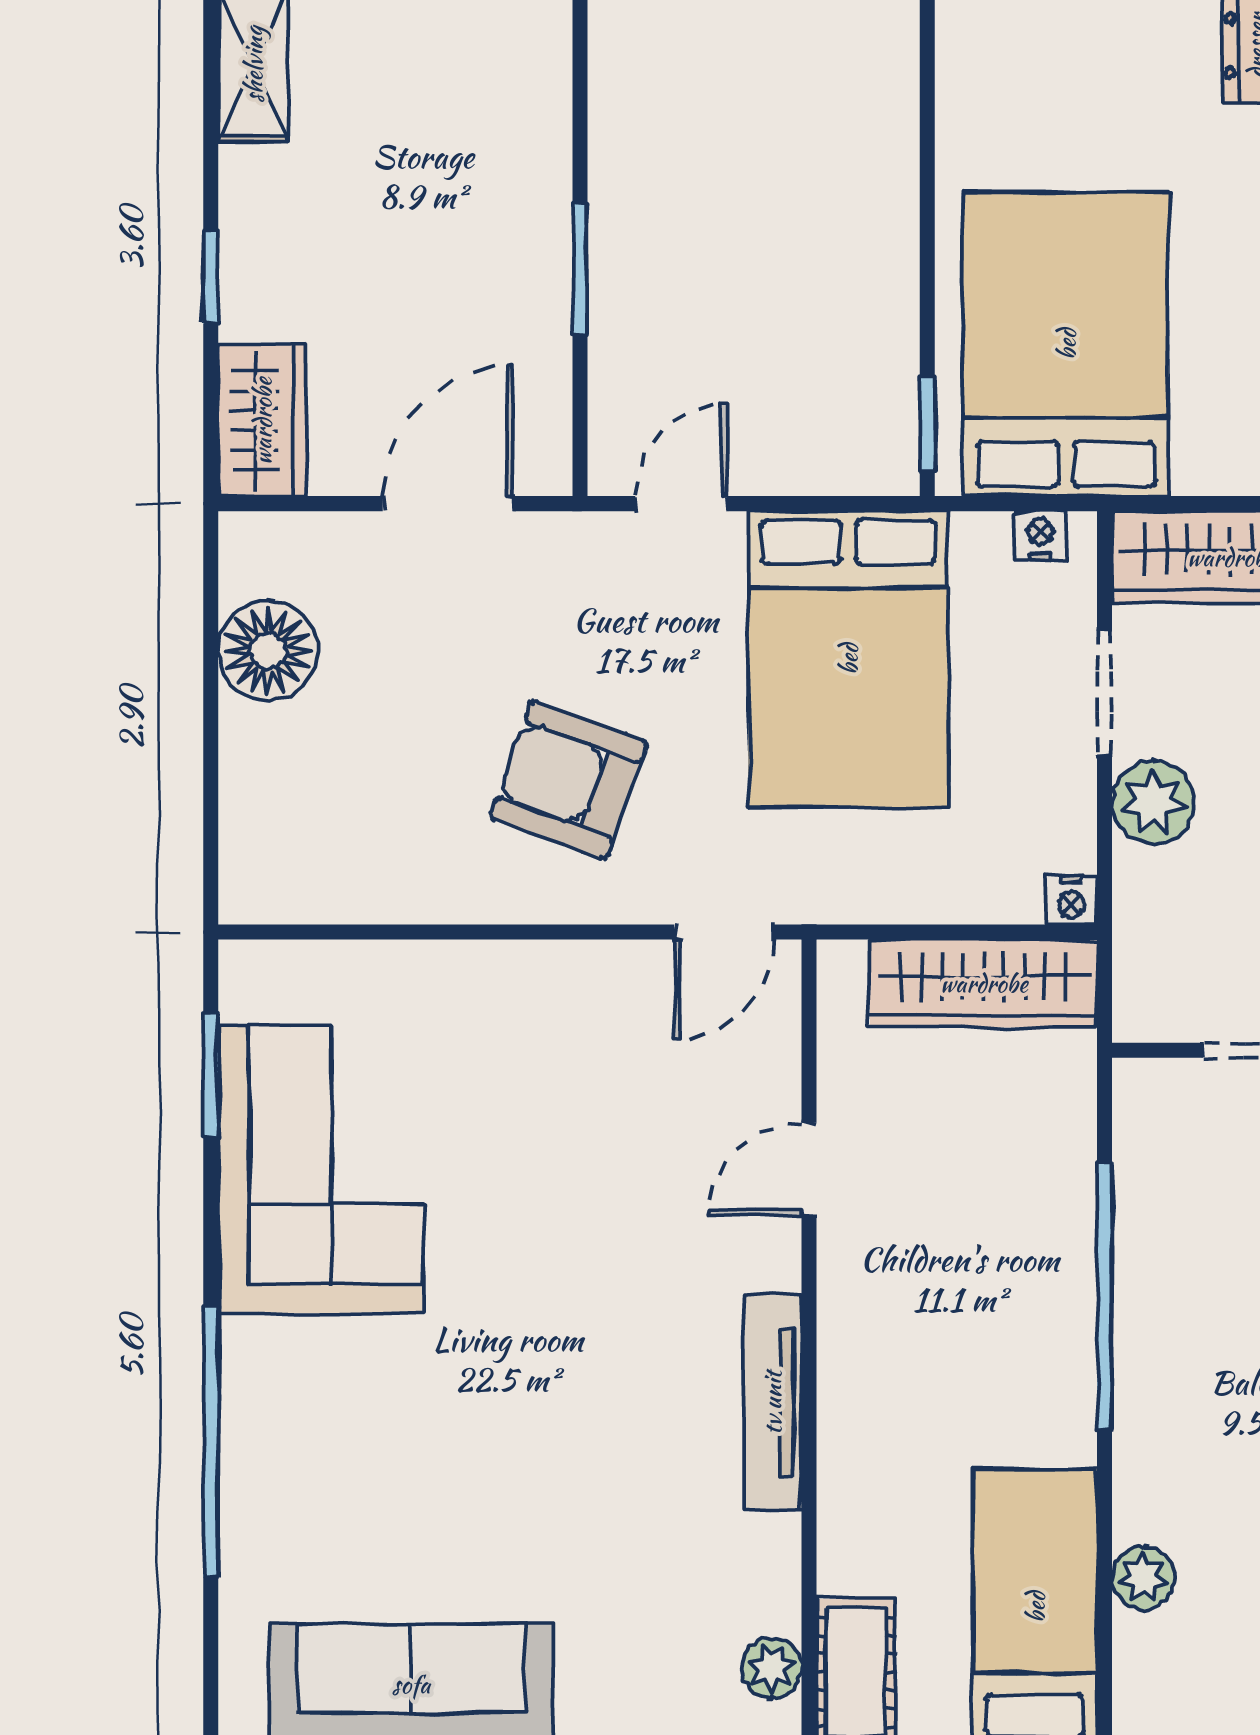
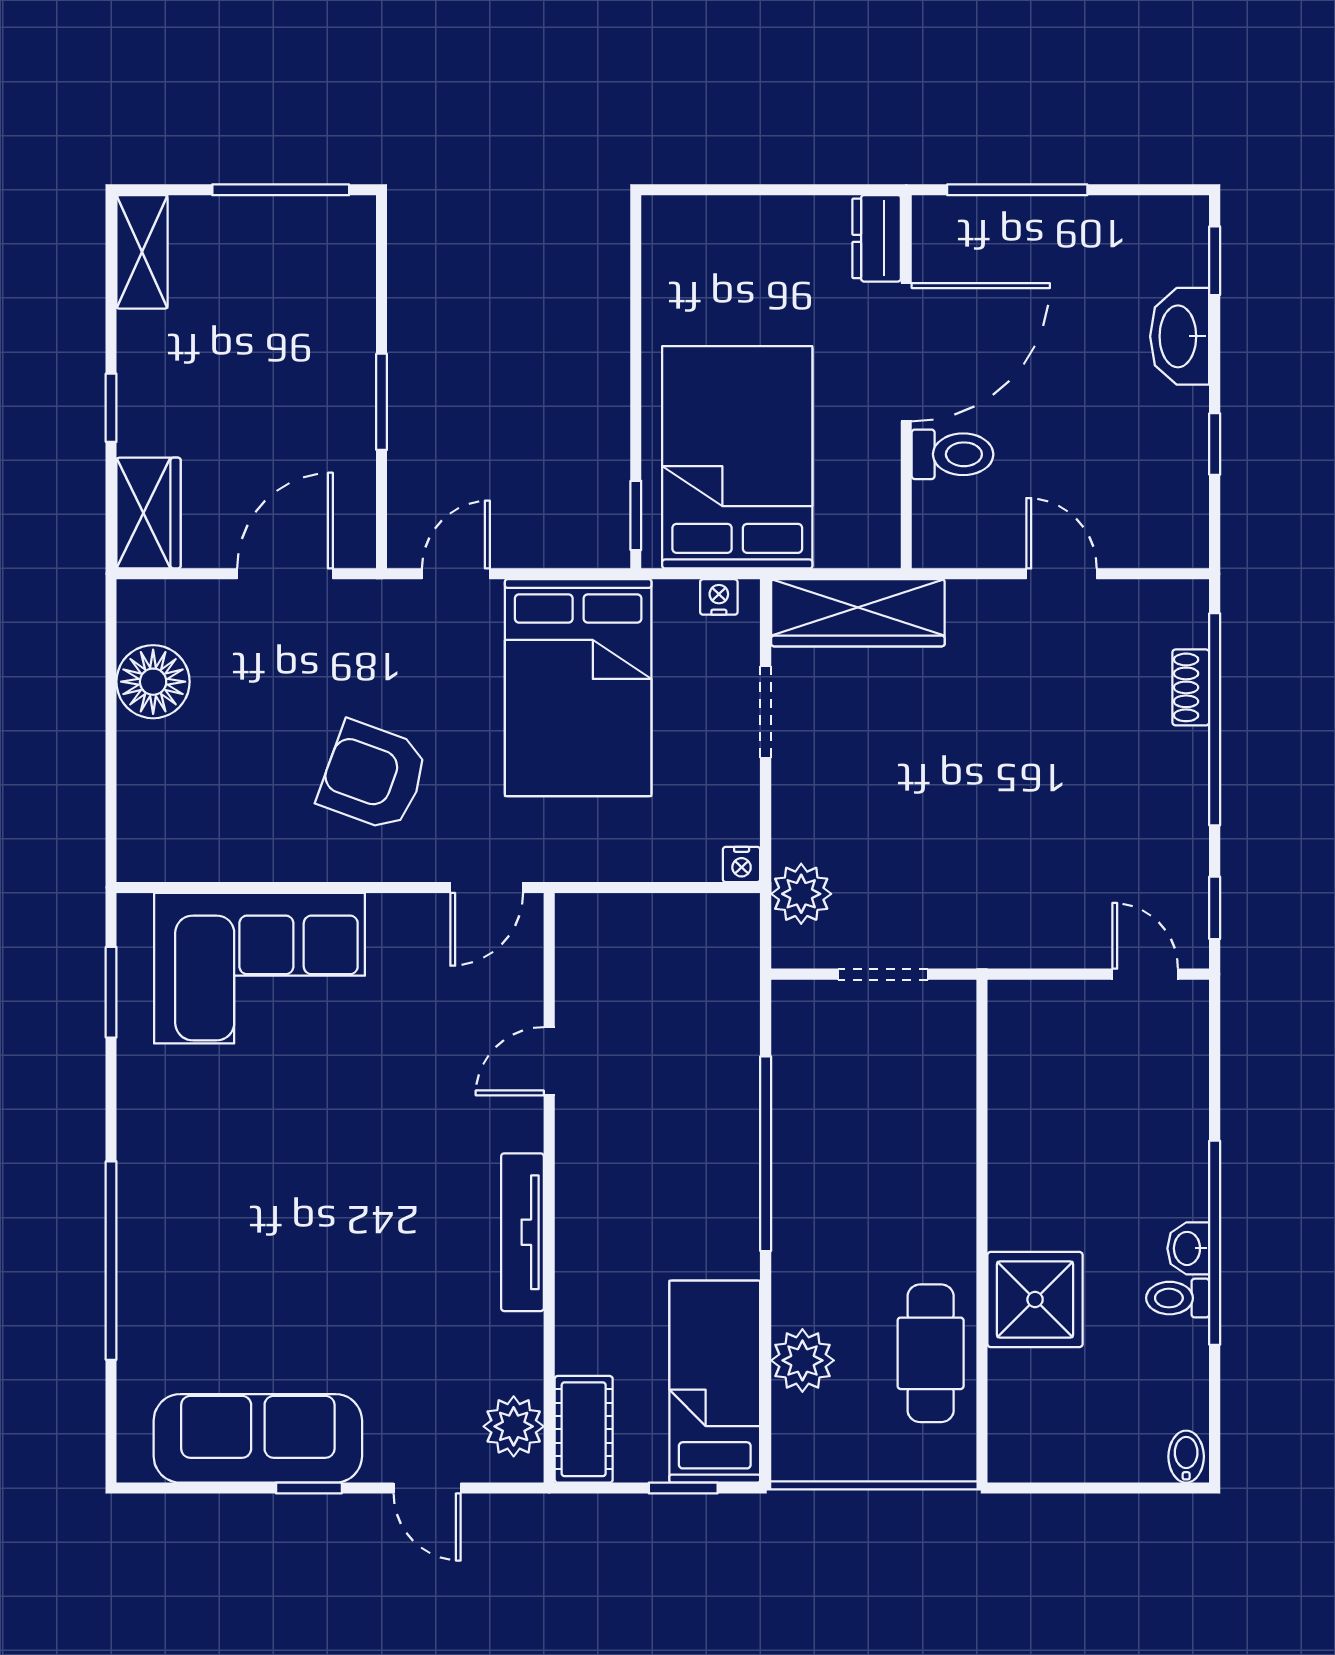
plant: (1153, 802) -> (801, 894), moved
wardrobe: (984, 983) -> (677, 925), removed
corner sofa: (321, 1169) -> (260, 968), moved, turned 90
plant: (1143, 1578) -> (802, 1360), width x1.38, depth x1.38
plant: (772, 1668) -> (514, 1426), width x1.38, depth x1.38

